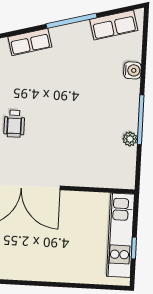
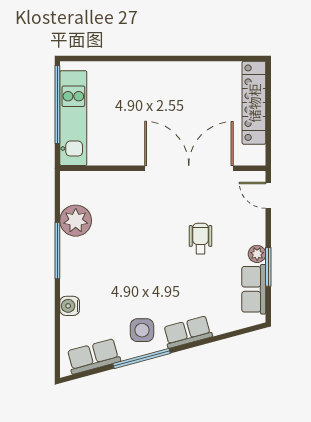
side table: (70, 46) -> (142, 330), added
plant: (130, 139) -> (76, 221), width x1.88, depth x1.88
window: (134, 248) -> (57, 104), width x3.17

